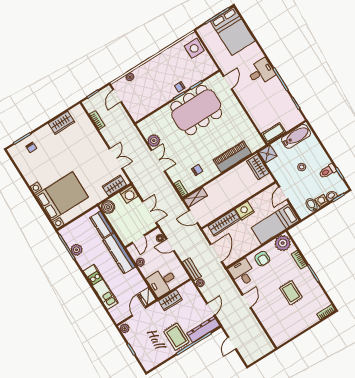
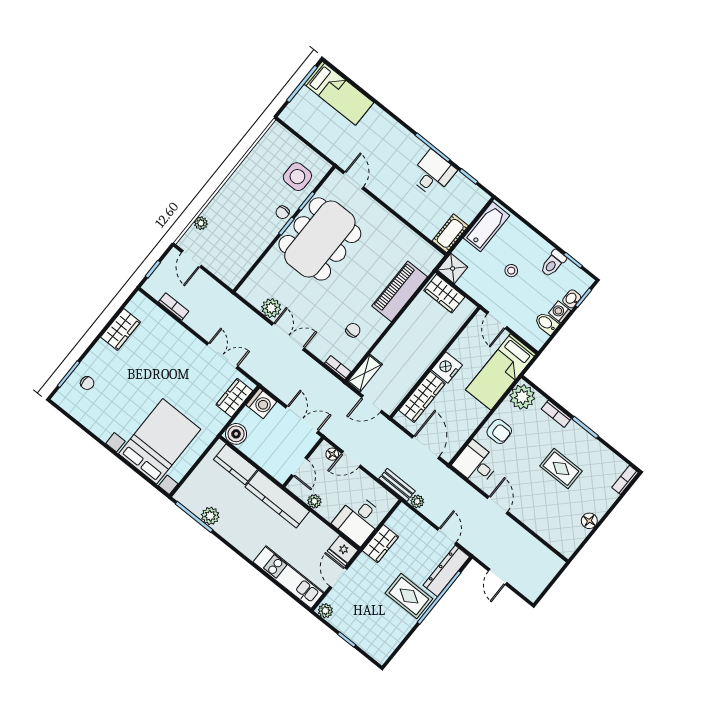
bed: (233, 31) -> (339, 93), width x0.67
side table: (194, 48) -> (297, 177), moved
desk: (261, 72) -> (433, 174), moved
kitchen unit: (101, 287) -> (289, 577), moved
floor lamp: (297, 329) -> (589, 521), added

